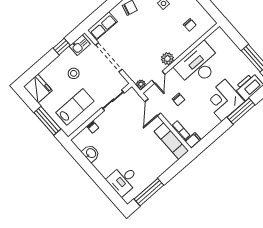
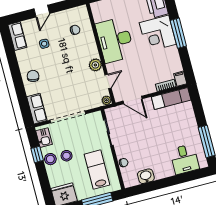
stool: (63, 60) -> (50, 159), added
door: (158, 77) -> (108, 81), hinge flipped
chair: (178, 99) -> (137, 73), removed
window: (241, 111) -> (178, 33), moved

